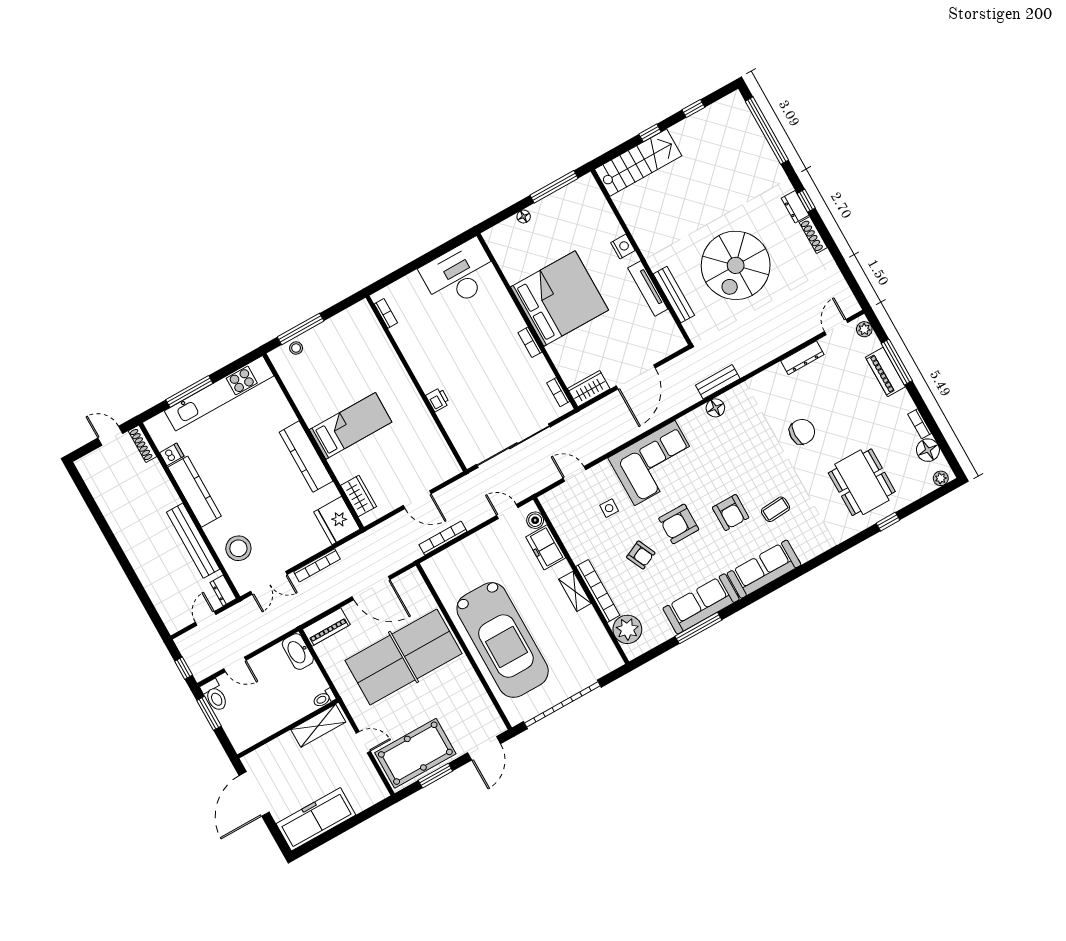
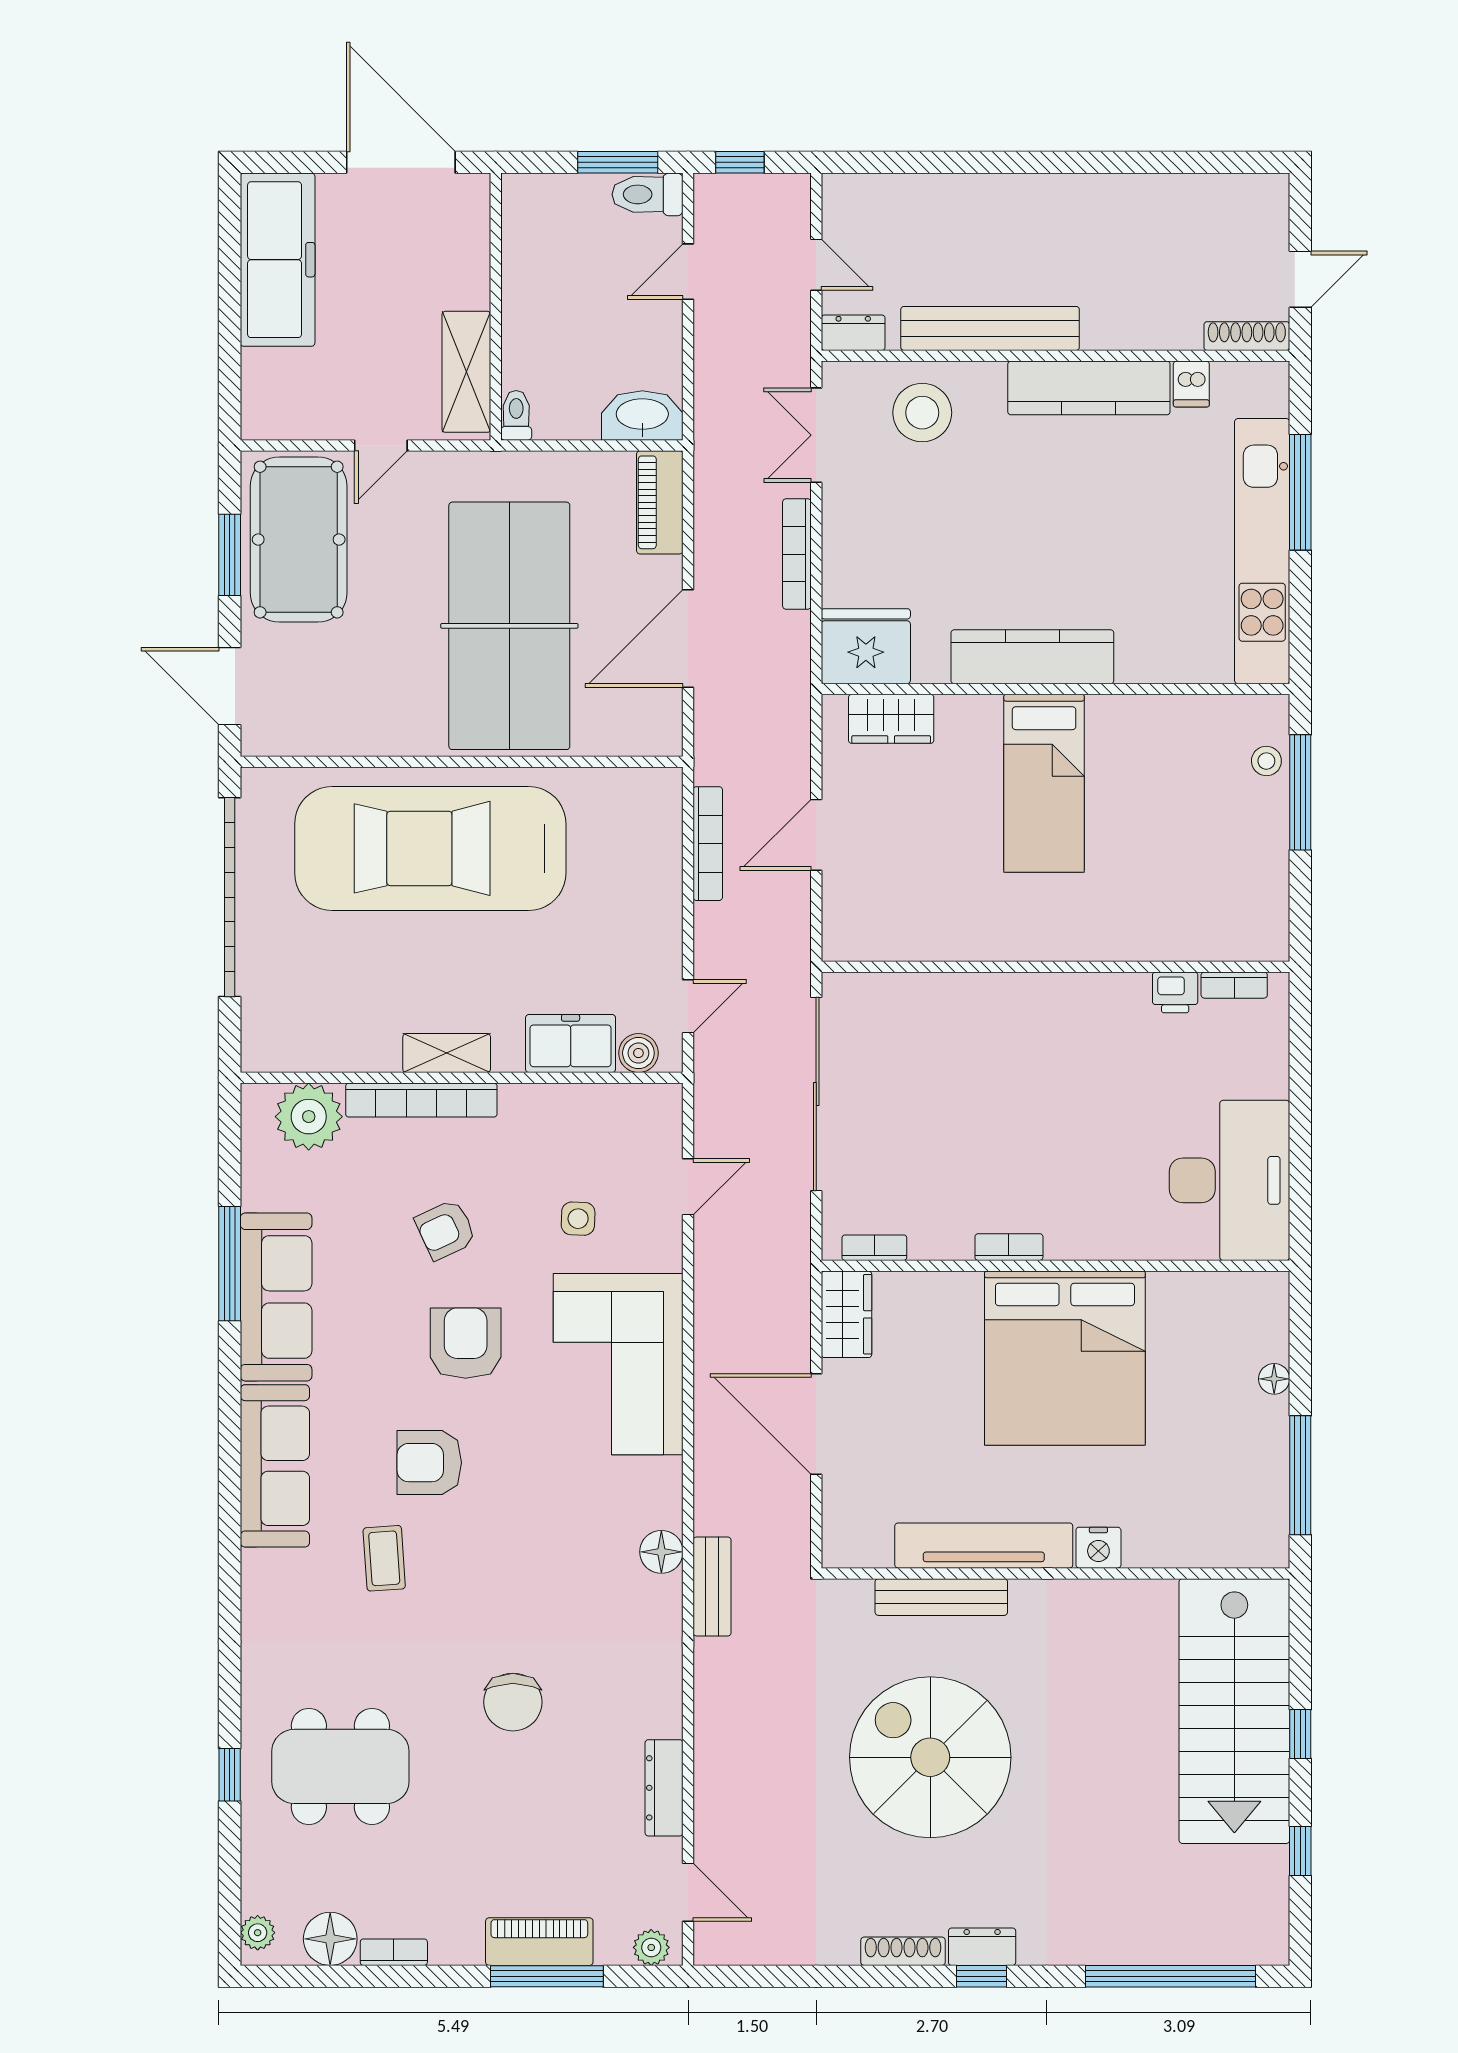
stairs: (638, 163) -> (1234, 1711), width x1.36, depth x1.51
tv unit: (648, 289) -> (984, 1546), width x1.36, depth x1.29
printer: (438, 400) -> (1175, 992), moved

